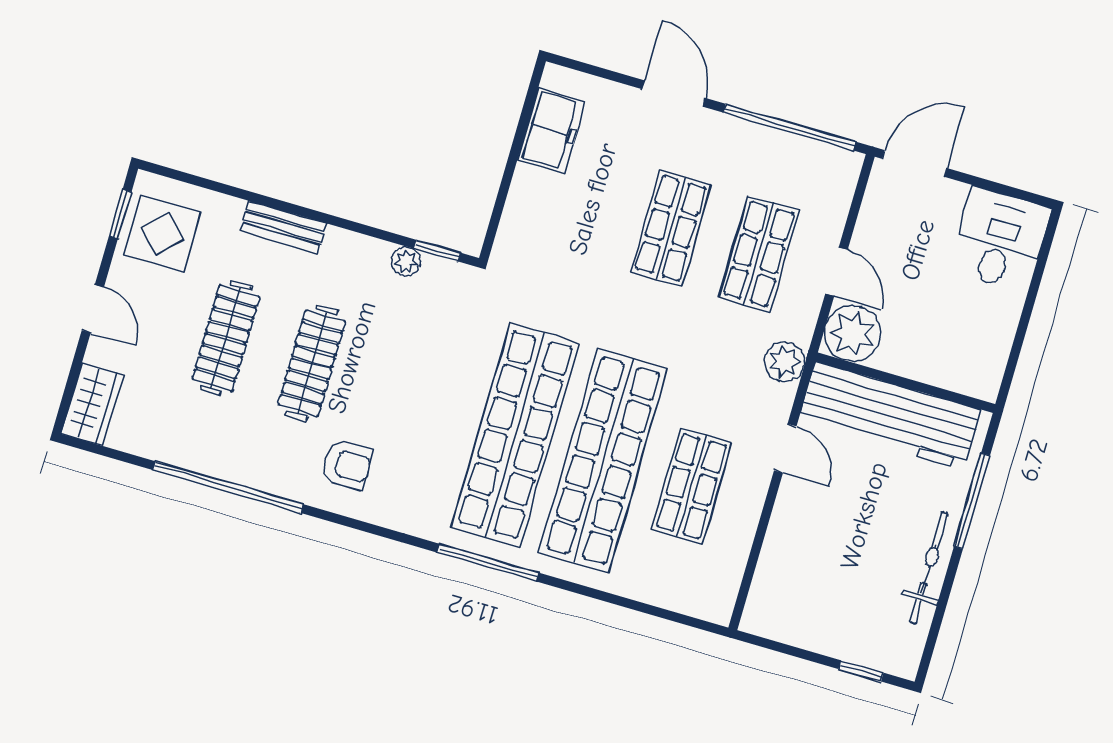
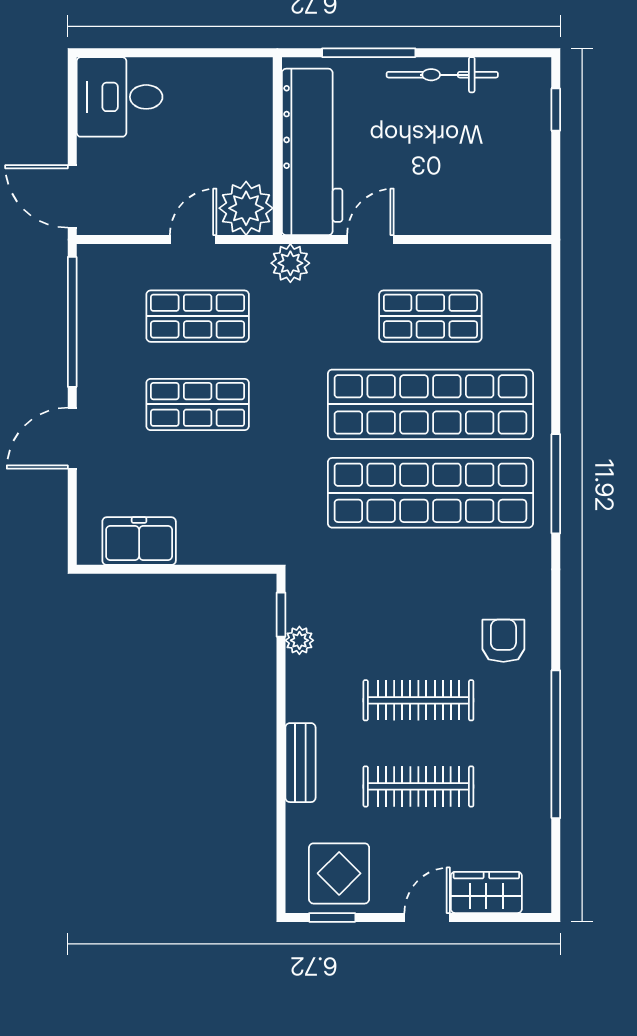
wardrobe: (92, 404) -> (486, 892), moved

